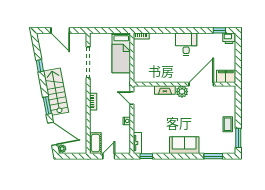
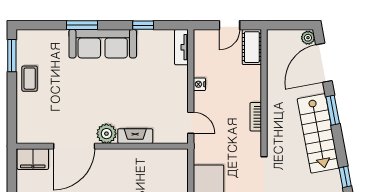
door: (53, 134) -> (324, 63), hinge flipped
sofa: (184, 145) -> (103, 44), width x1.36
window: (146, 156) -> (143, 25), moved
window: (213, 156) -> (82, 25), moved

